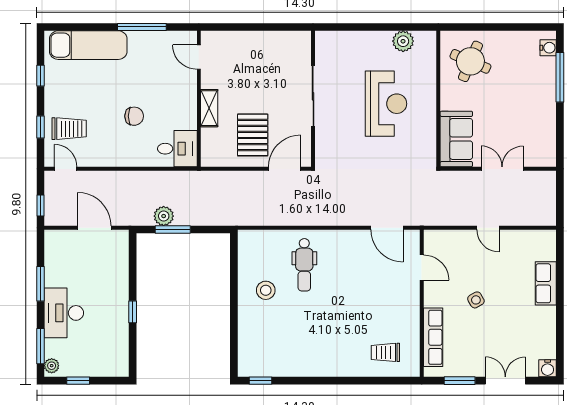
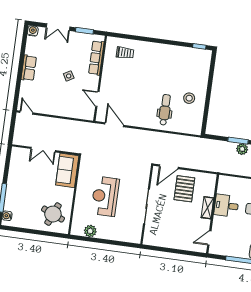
door: (199, 57) -> (209, 238), swing flipped
desk: (177, 149) -> (226, 206), moved
door: (488, 228) -> (26, 113), moved
row of seats: (546, 283) -> (29, 68), moved

